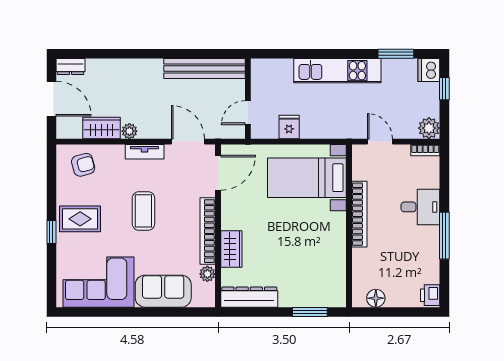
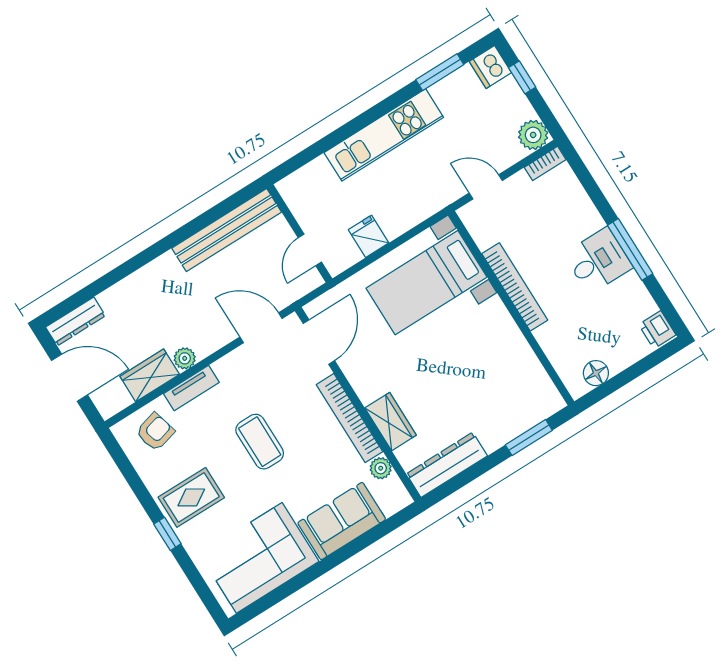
dresser: (70, 67) -> (76, 321), width x1.44
tv unit: (145, 152) -> (191, 388), moved
desk: (420, 207) -> (598, 261), moved

